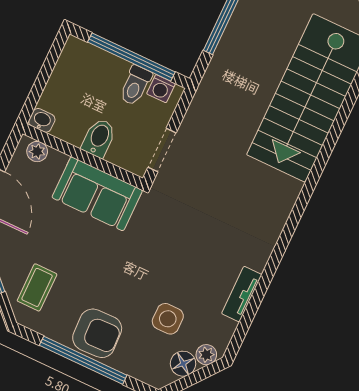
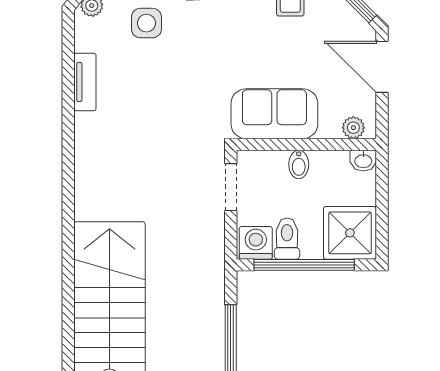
shower: (81, 66) -> (350, 233), added
washing machine: (161, 89) -> (256, 243), width x1.38, depth x1.38
bidet: (99, 138) -> (299, 164), width x0.72, depth x0.74

